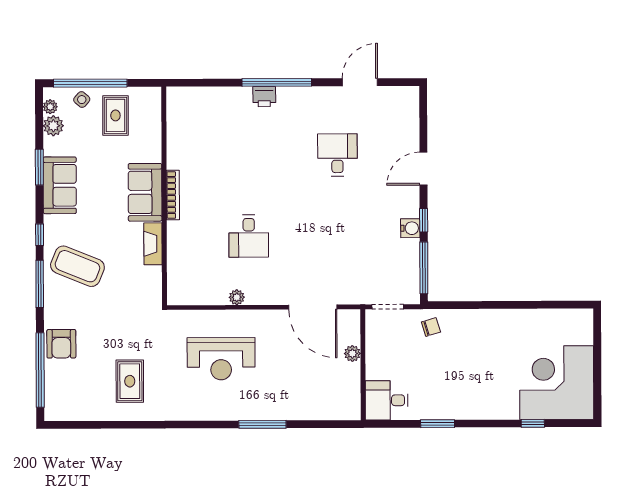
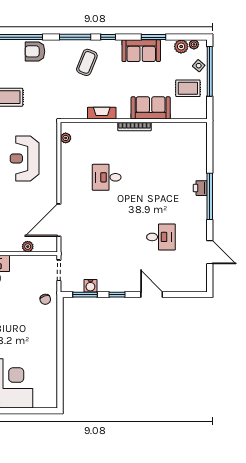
sofa: (145, 192) -> (151, 108), moved
water cooler: (410, 228) -> (90, 286), moved
coffee table: (77, 266) -> (87, 62), width x0.73, depth x0.76
window: (424, 268) -> (85, 295), width x0.69
plant: (237, 297) -> (66, 138), moved

